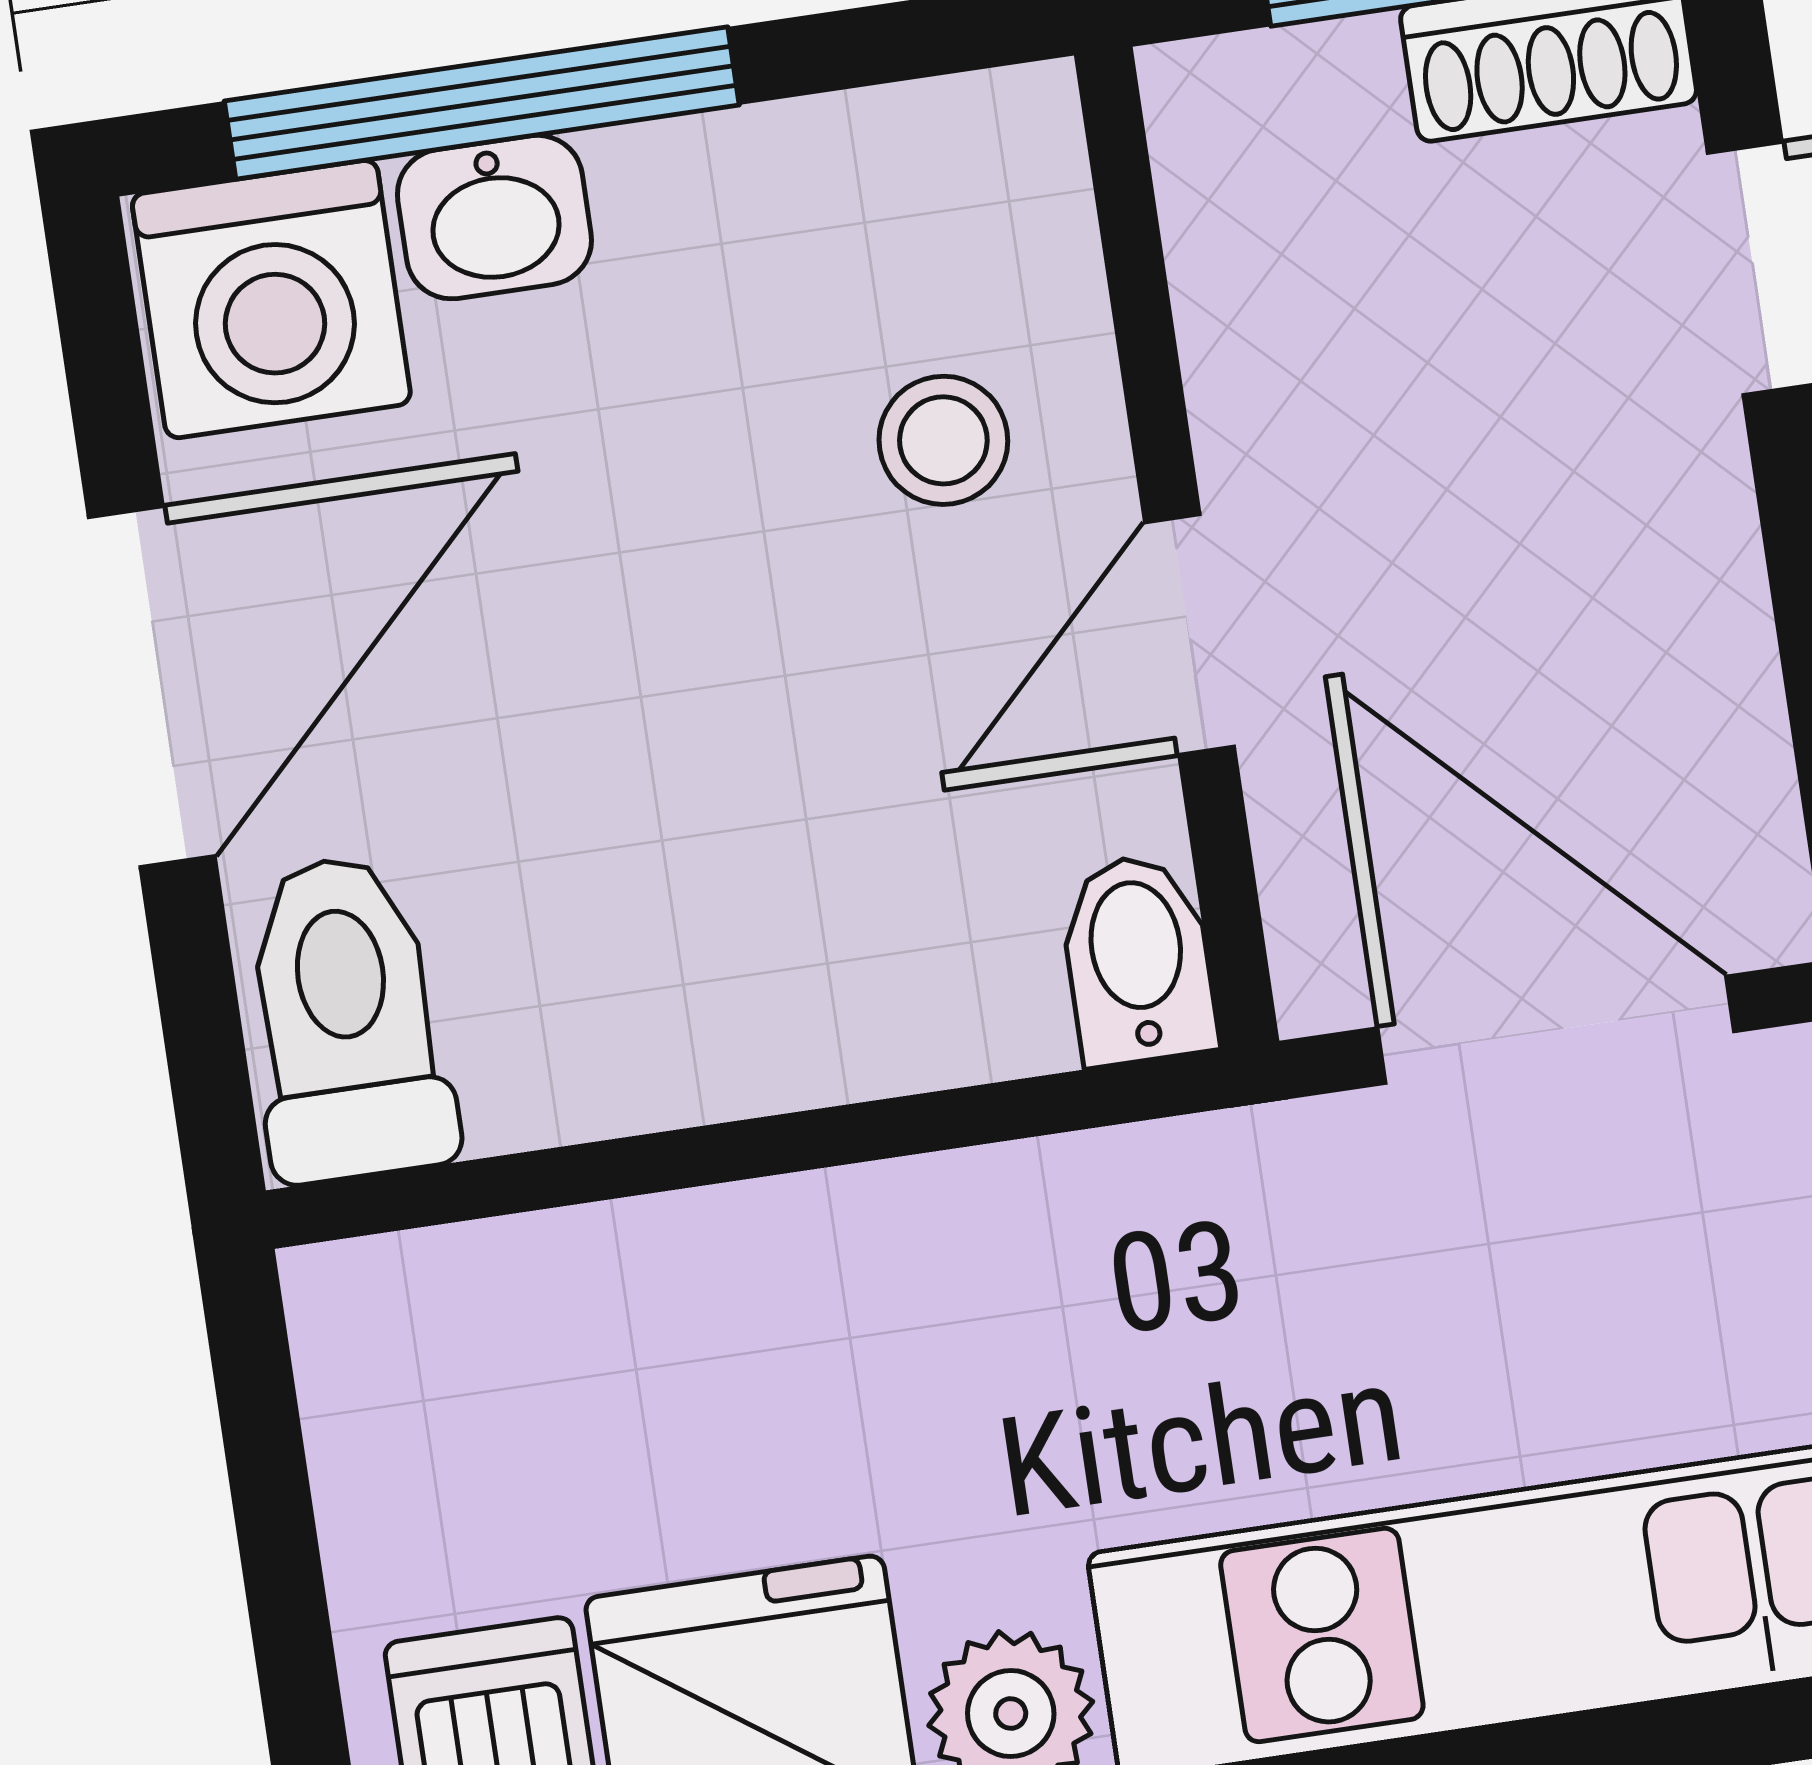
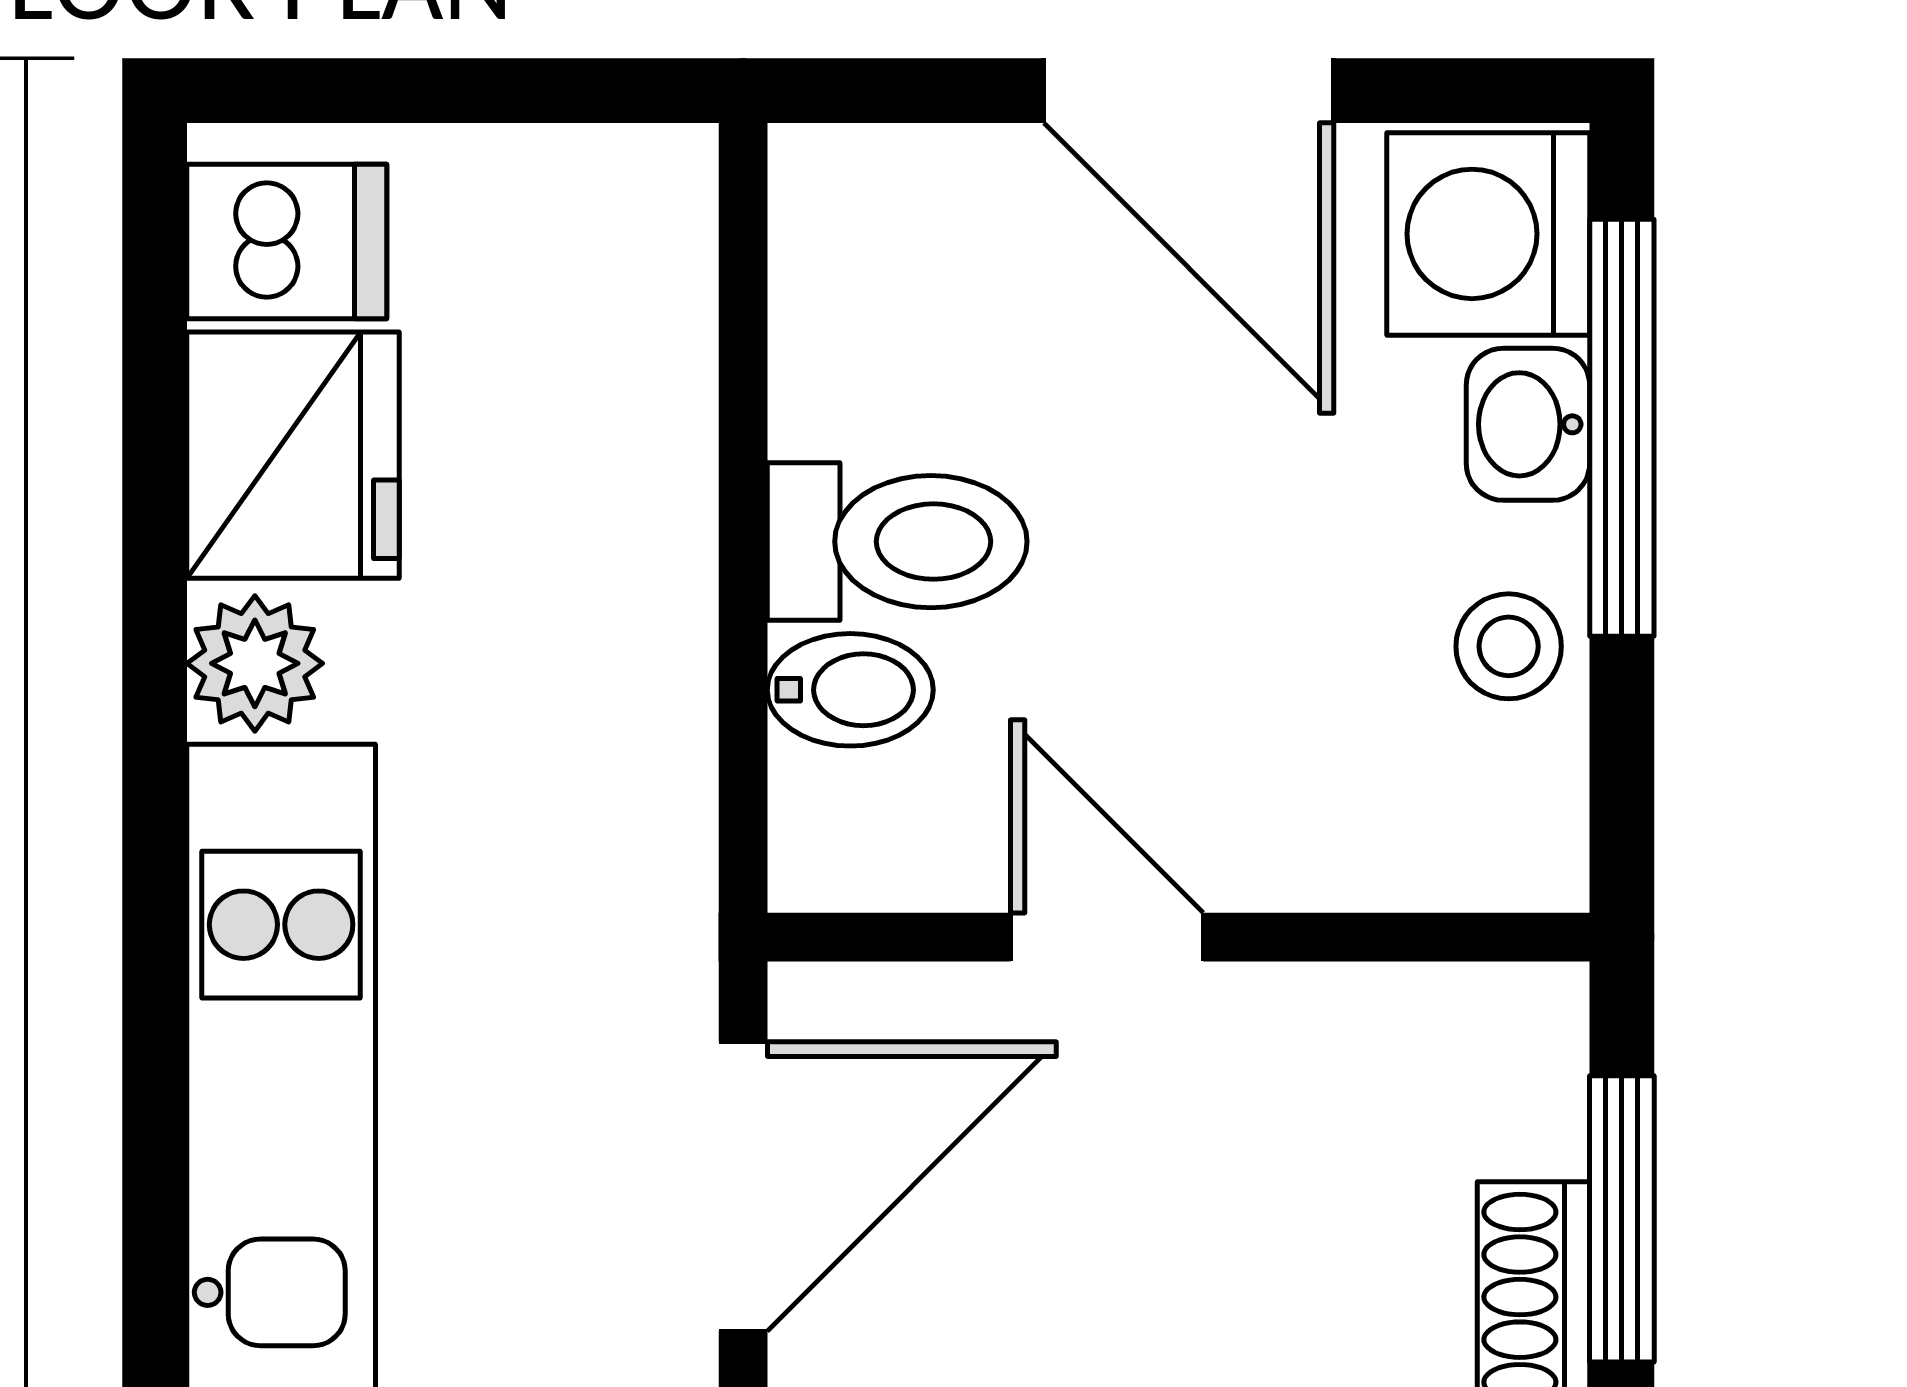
stool: (943, 440) -> (1509, 646), moved
bidet: (1138, 959) -> (850, 690), moved
toilet: (347, 1018) -> (897, 542), moved

